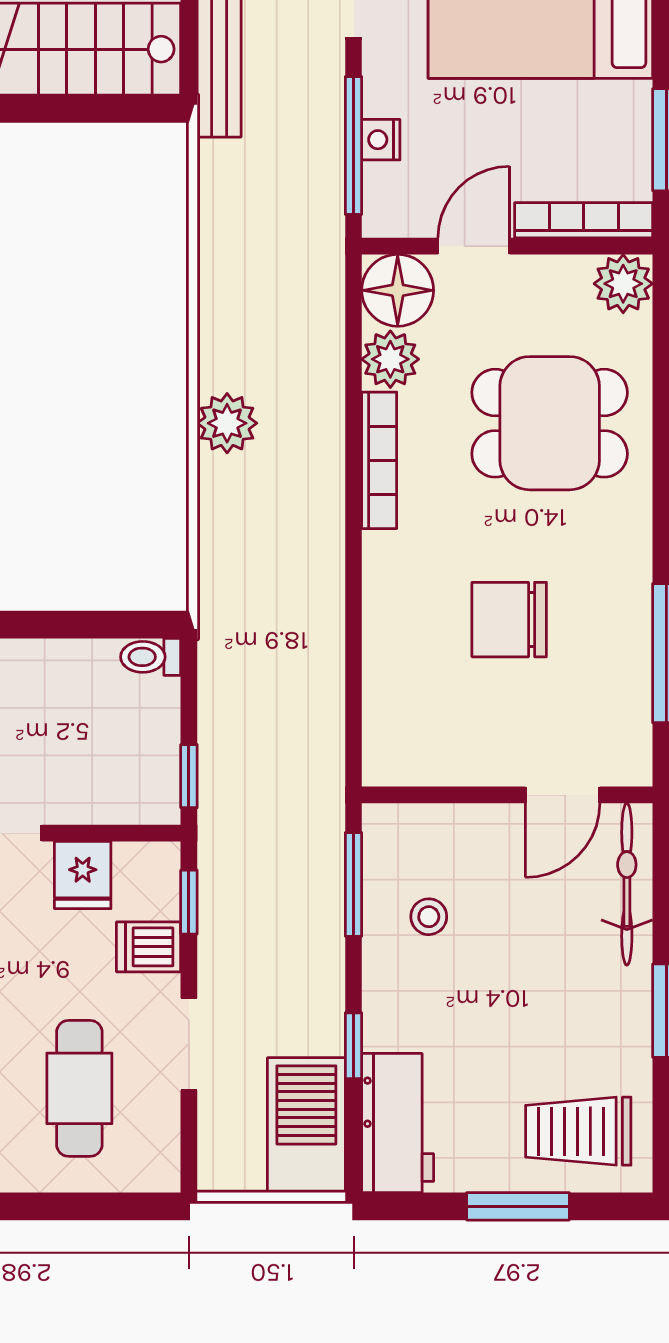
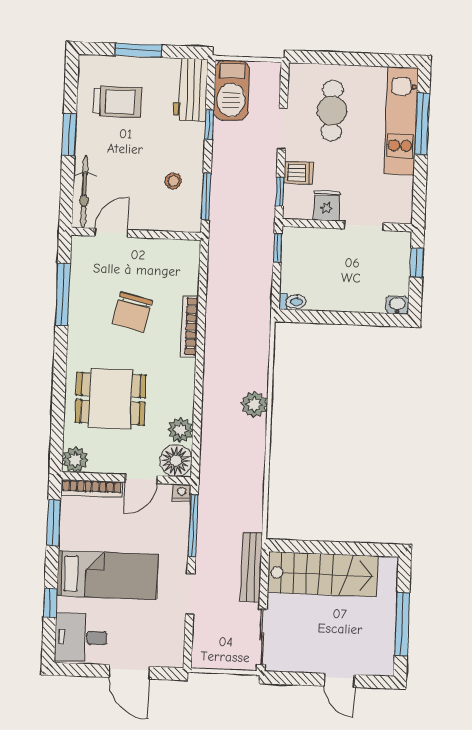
nightstand: (381, 140) -> (182, 493), moved, turned -90
bookcase: (379, 460) -> (189, 326), moved
chair: (509, 620) -> (132, 312), turned 103
trolley: (578, 1131) -> (117, 102), moved

